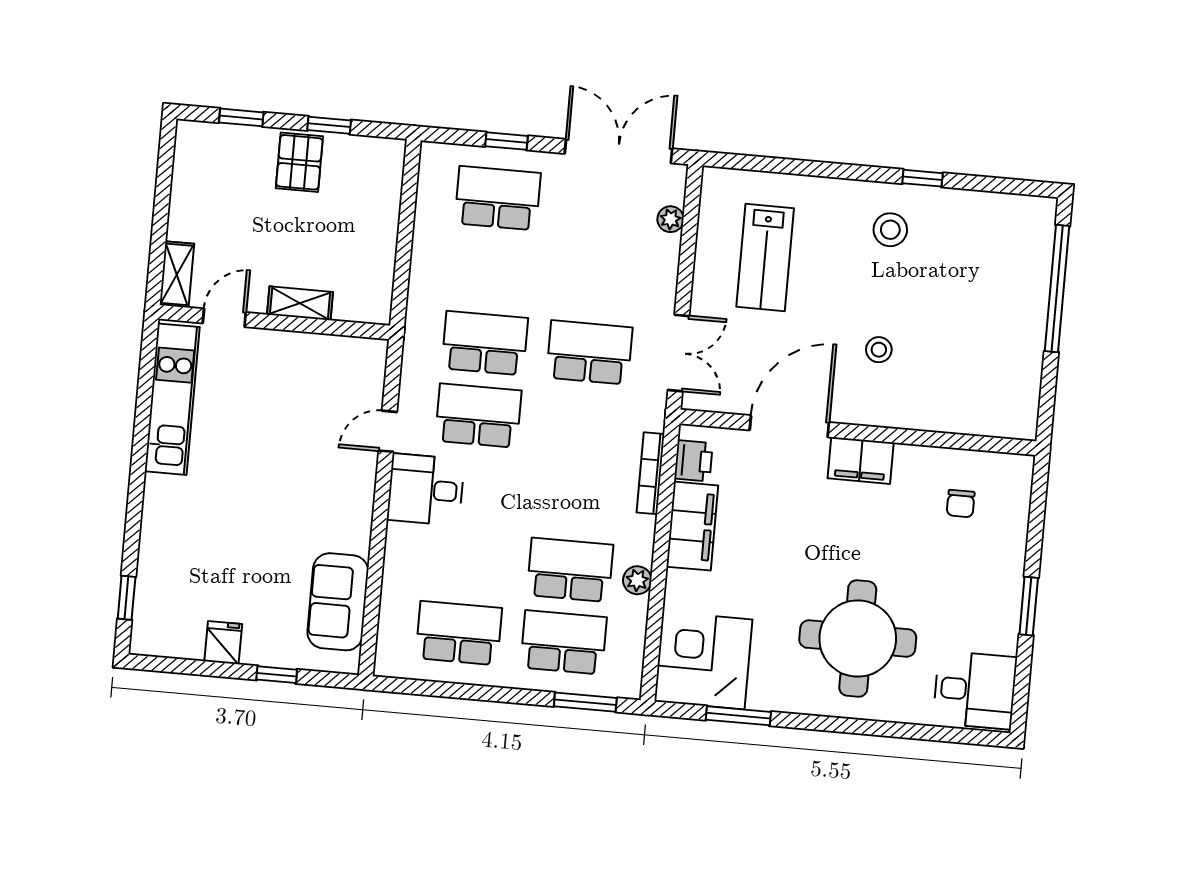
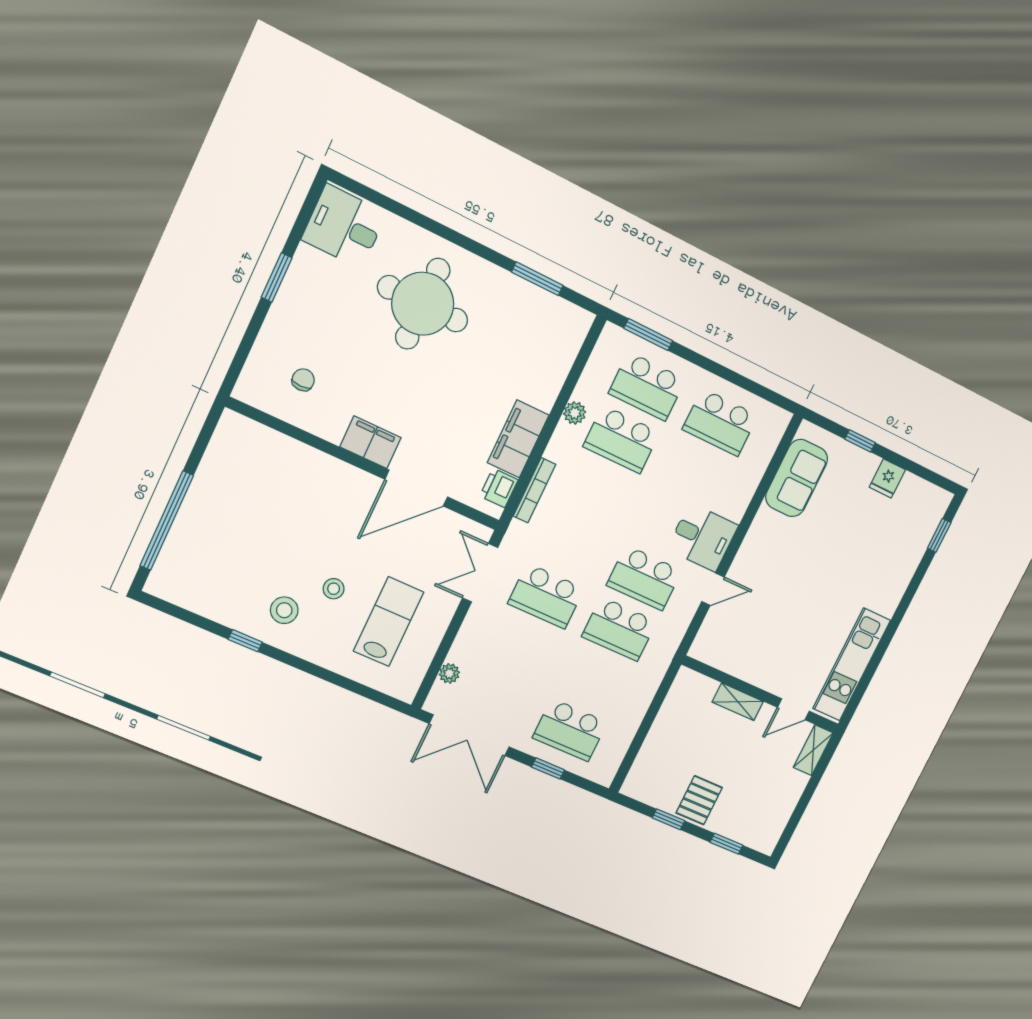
stool: (879, 350) -> (334, 589), moved
corner desk: (703, 660) -> (548, 332), removed

